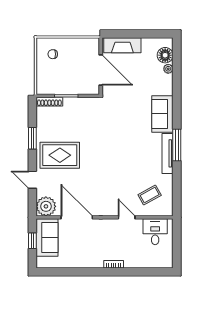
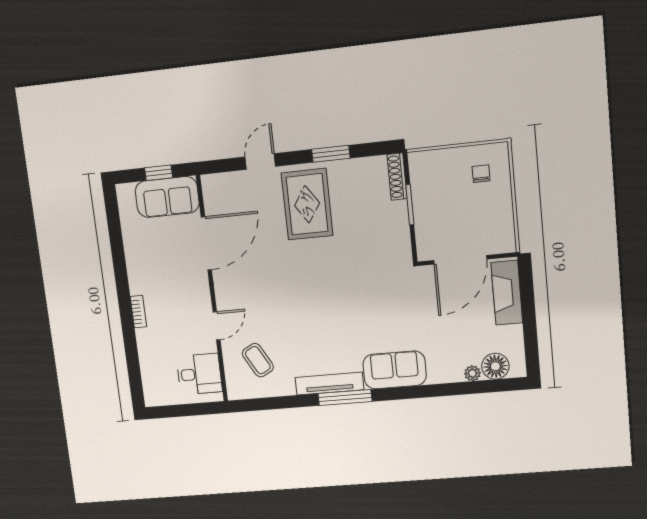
plant: (46, 206) -> (218, 190), removed

